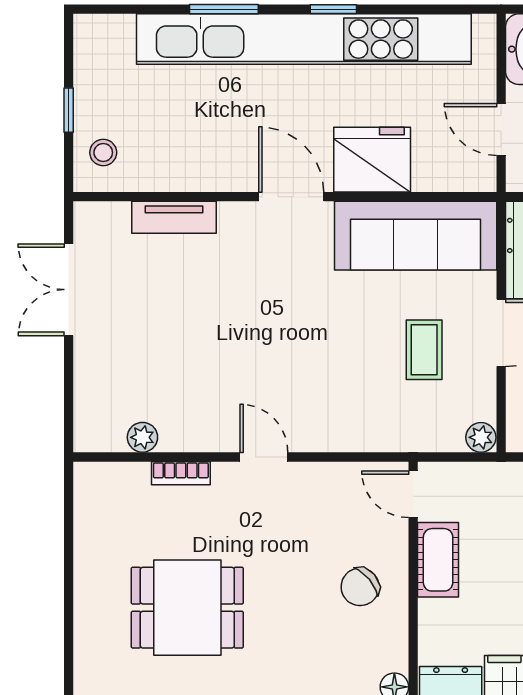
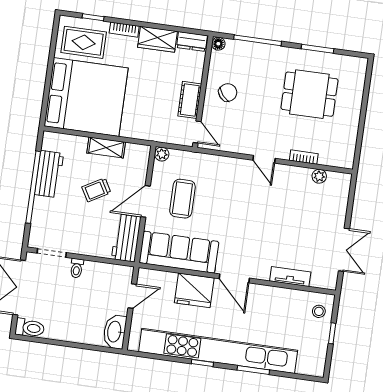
door: (501, 129) -> (132, 296), hinge flipped
coffee table: (424, 350) -> (182, 199), width x1.36, depth x1.30

